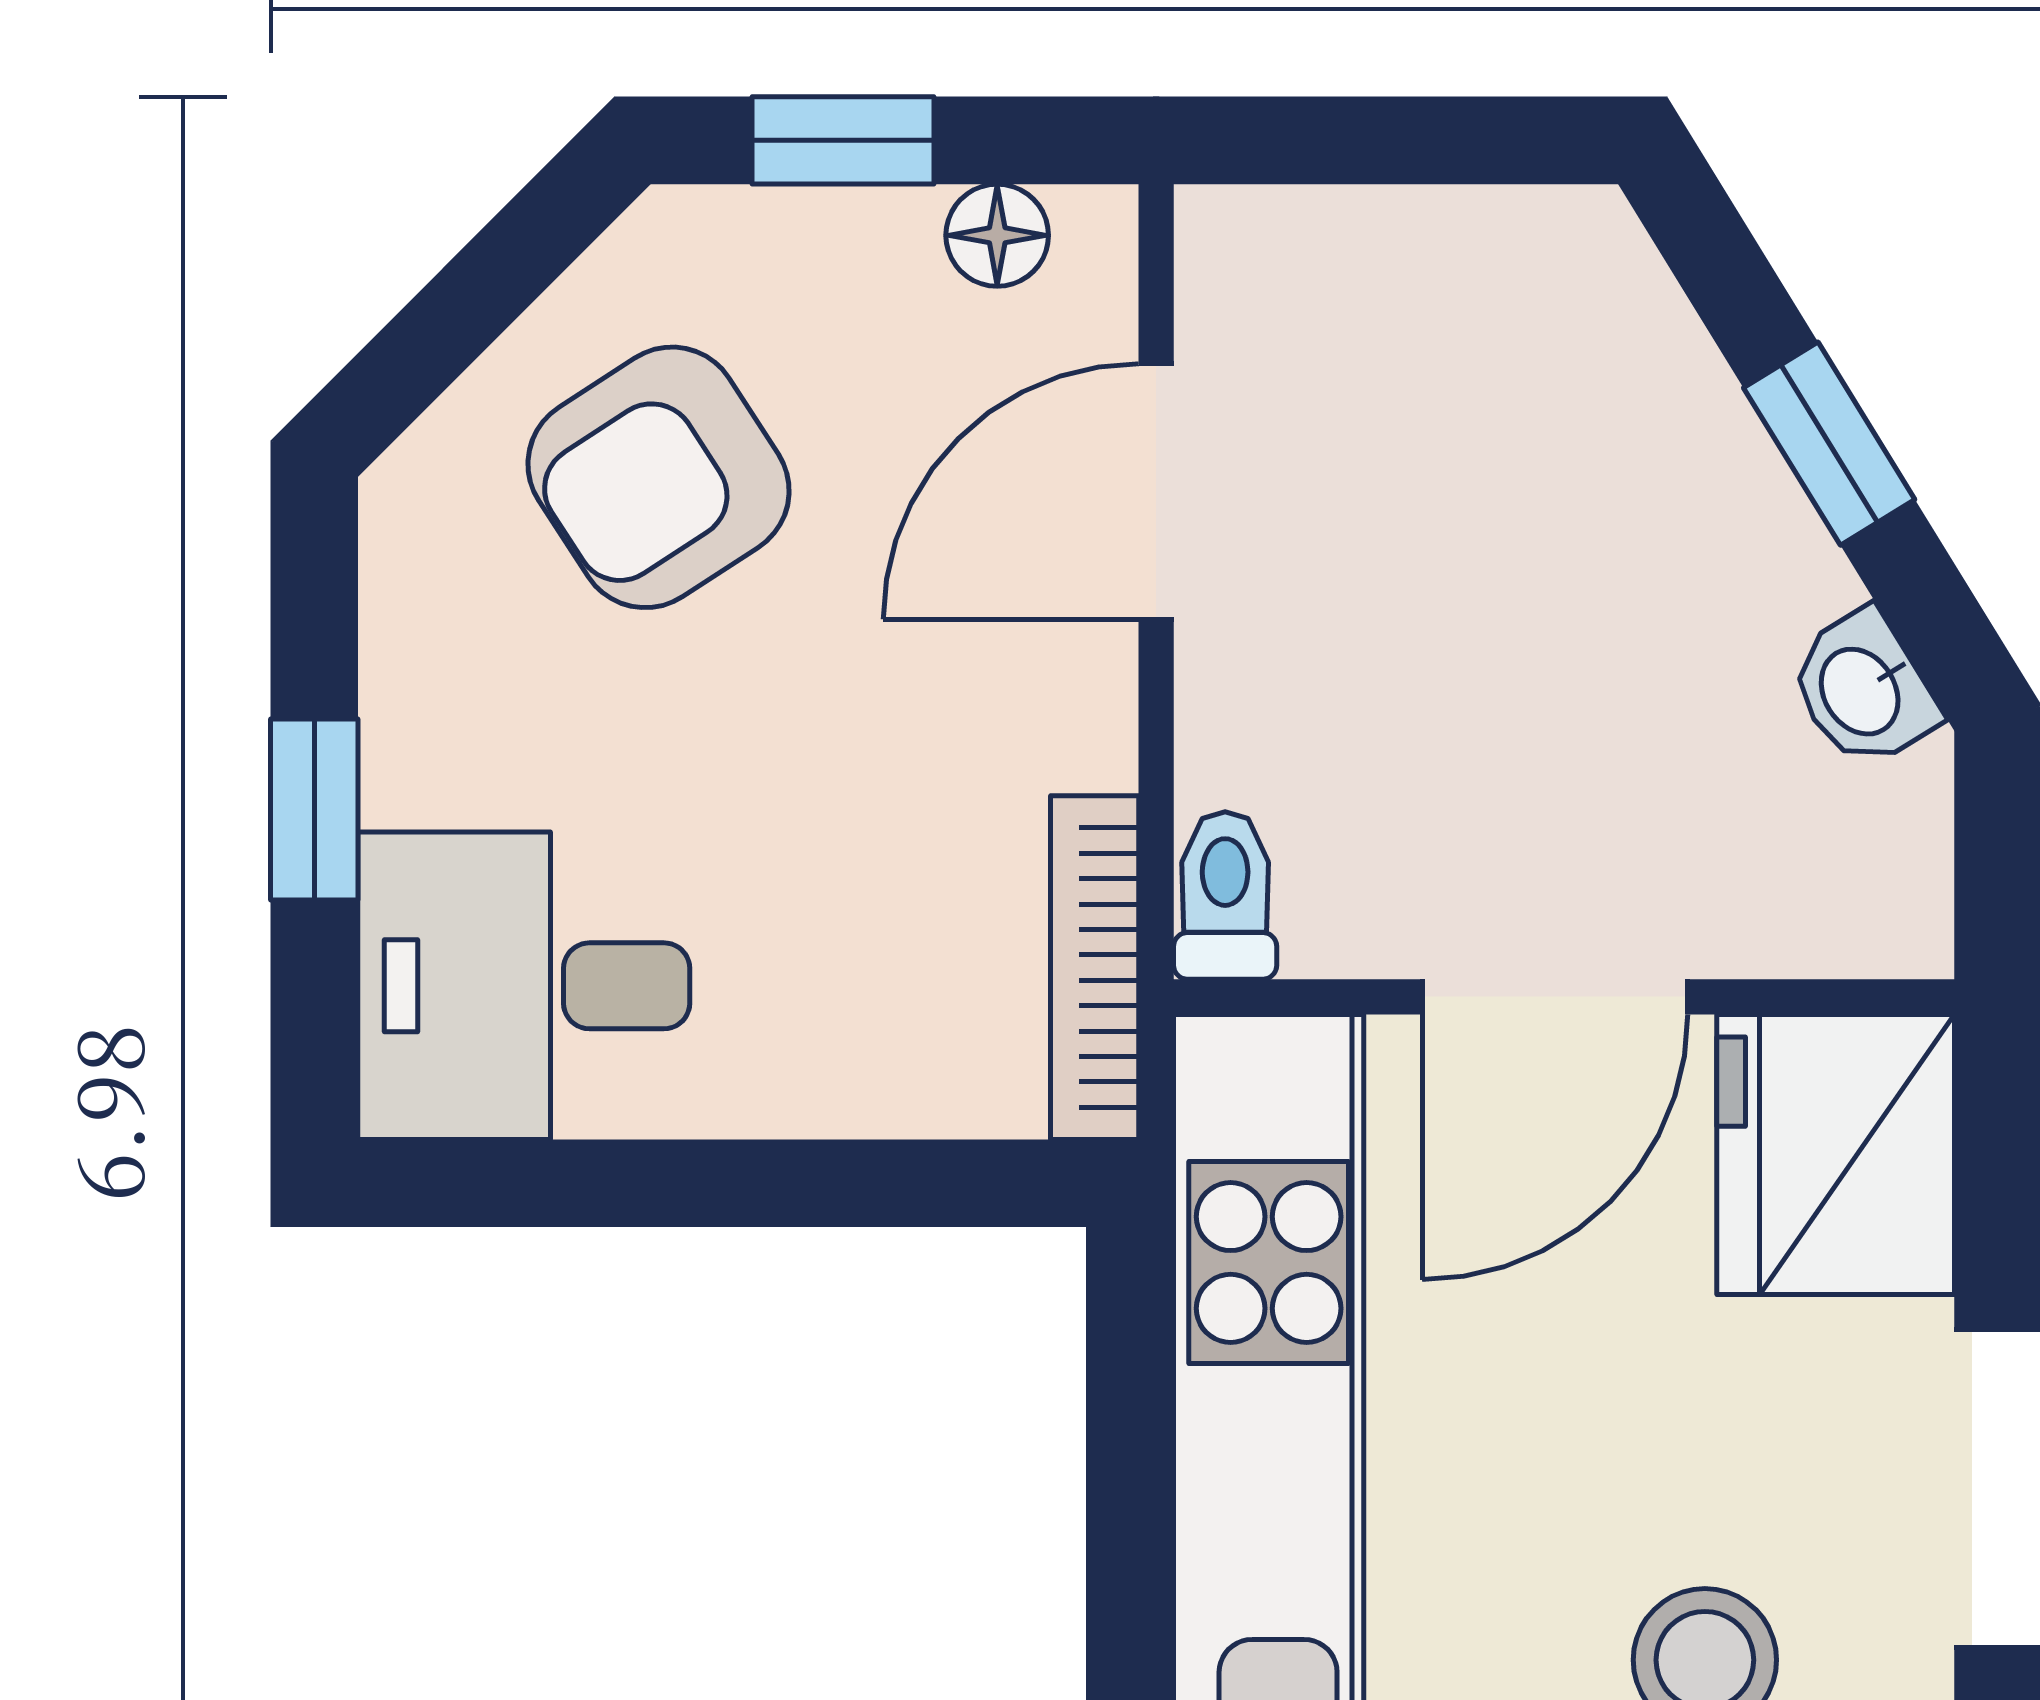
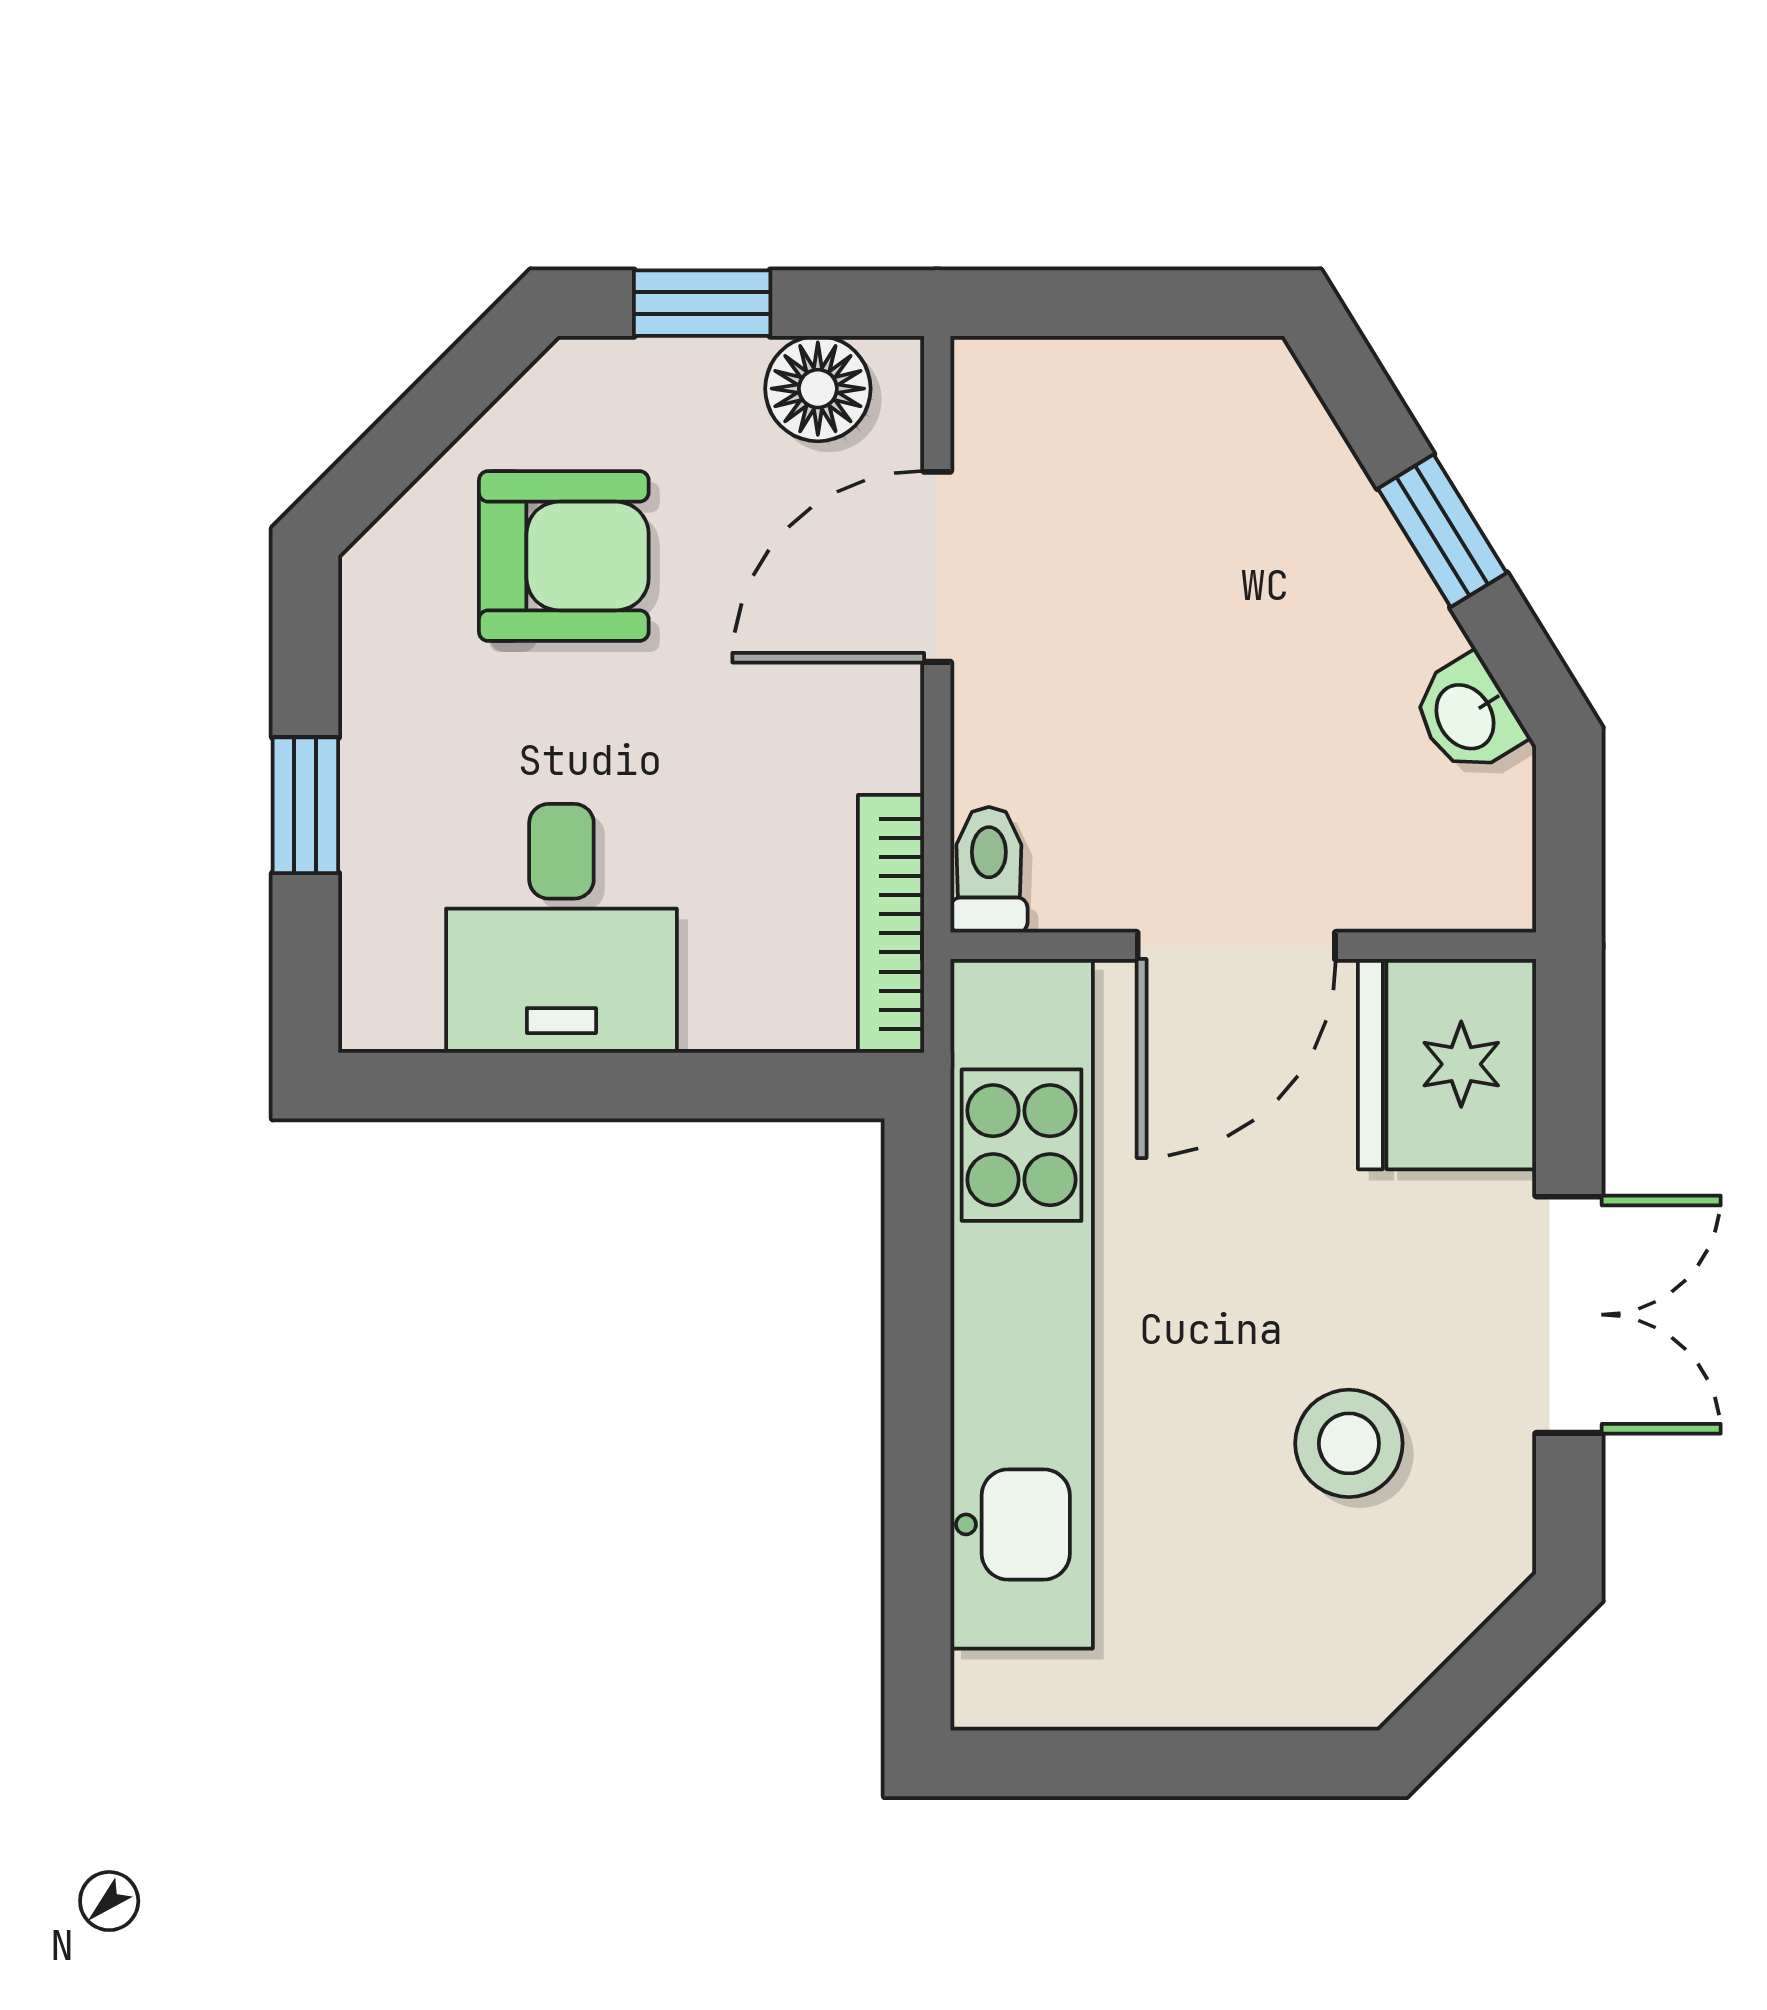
floor lamp: (997, 235) -> (818, 389), width x1.37, depth x1.37
armchair: (659, 477) -> (564, 556), turned -147
desk: (524, 986) -> (561, 928), moved, turned -90

